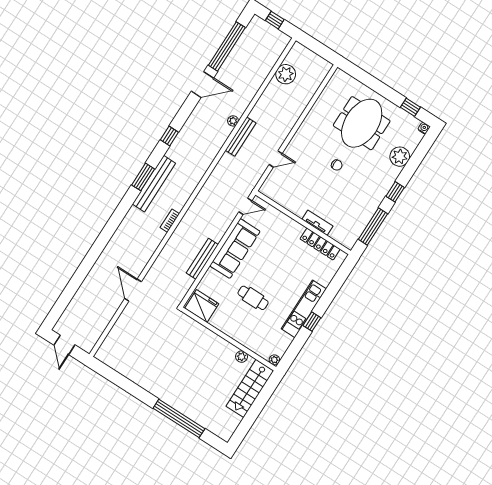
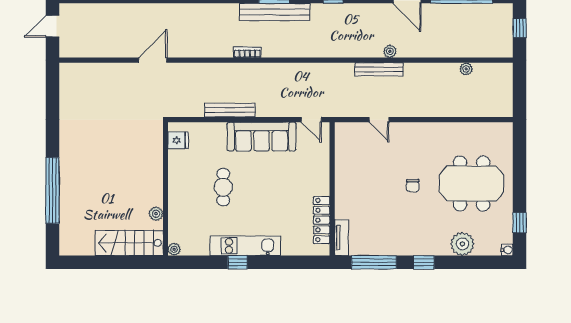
plant: (286, 74) -> (466, 69), width x0.53, depth x0.53
tv unit: (317, 223) -> (342, 238), moved
fridge: (202, 306) -> (178, 140), width x0.53, depth x0.75

